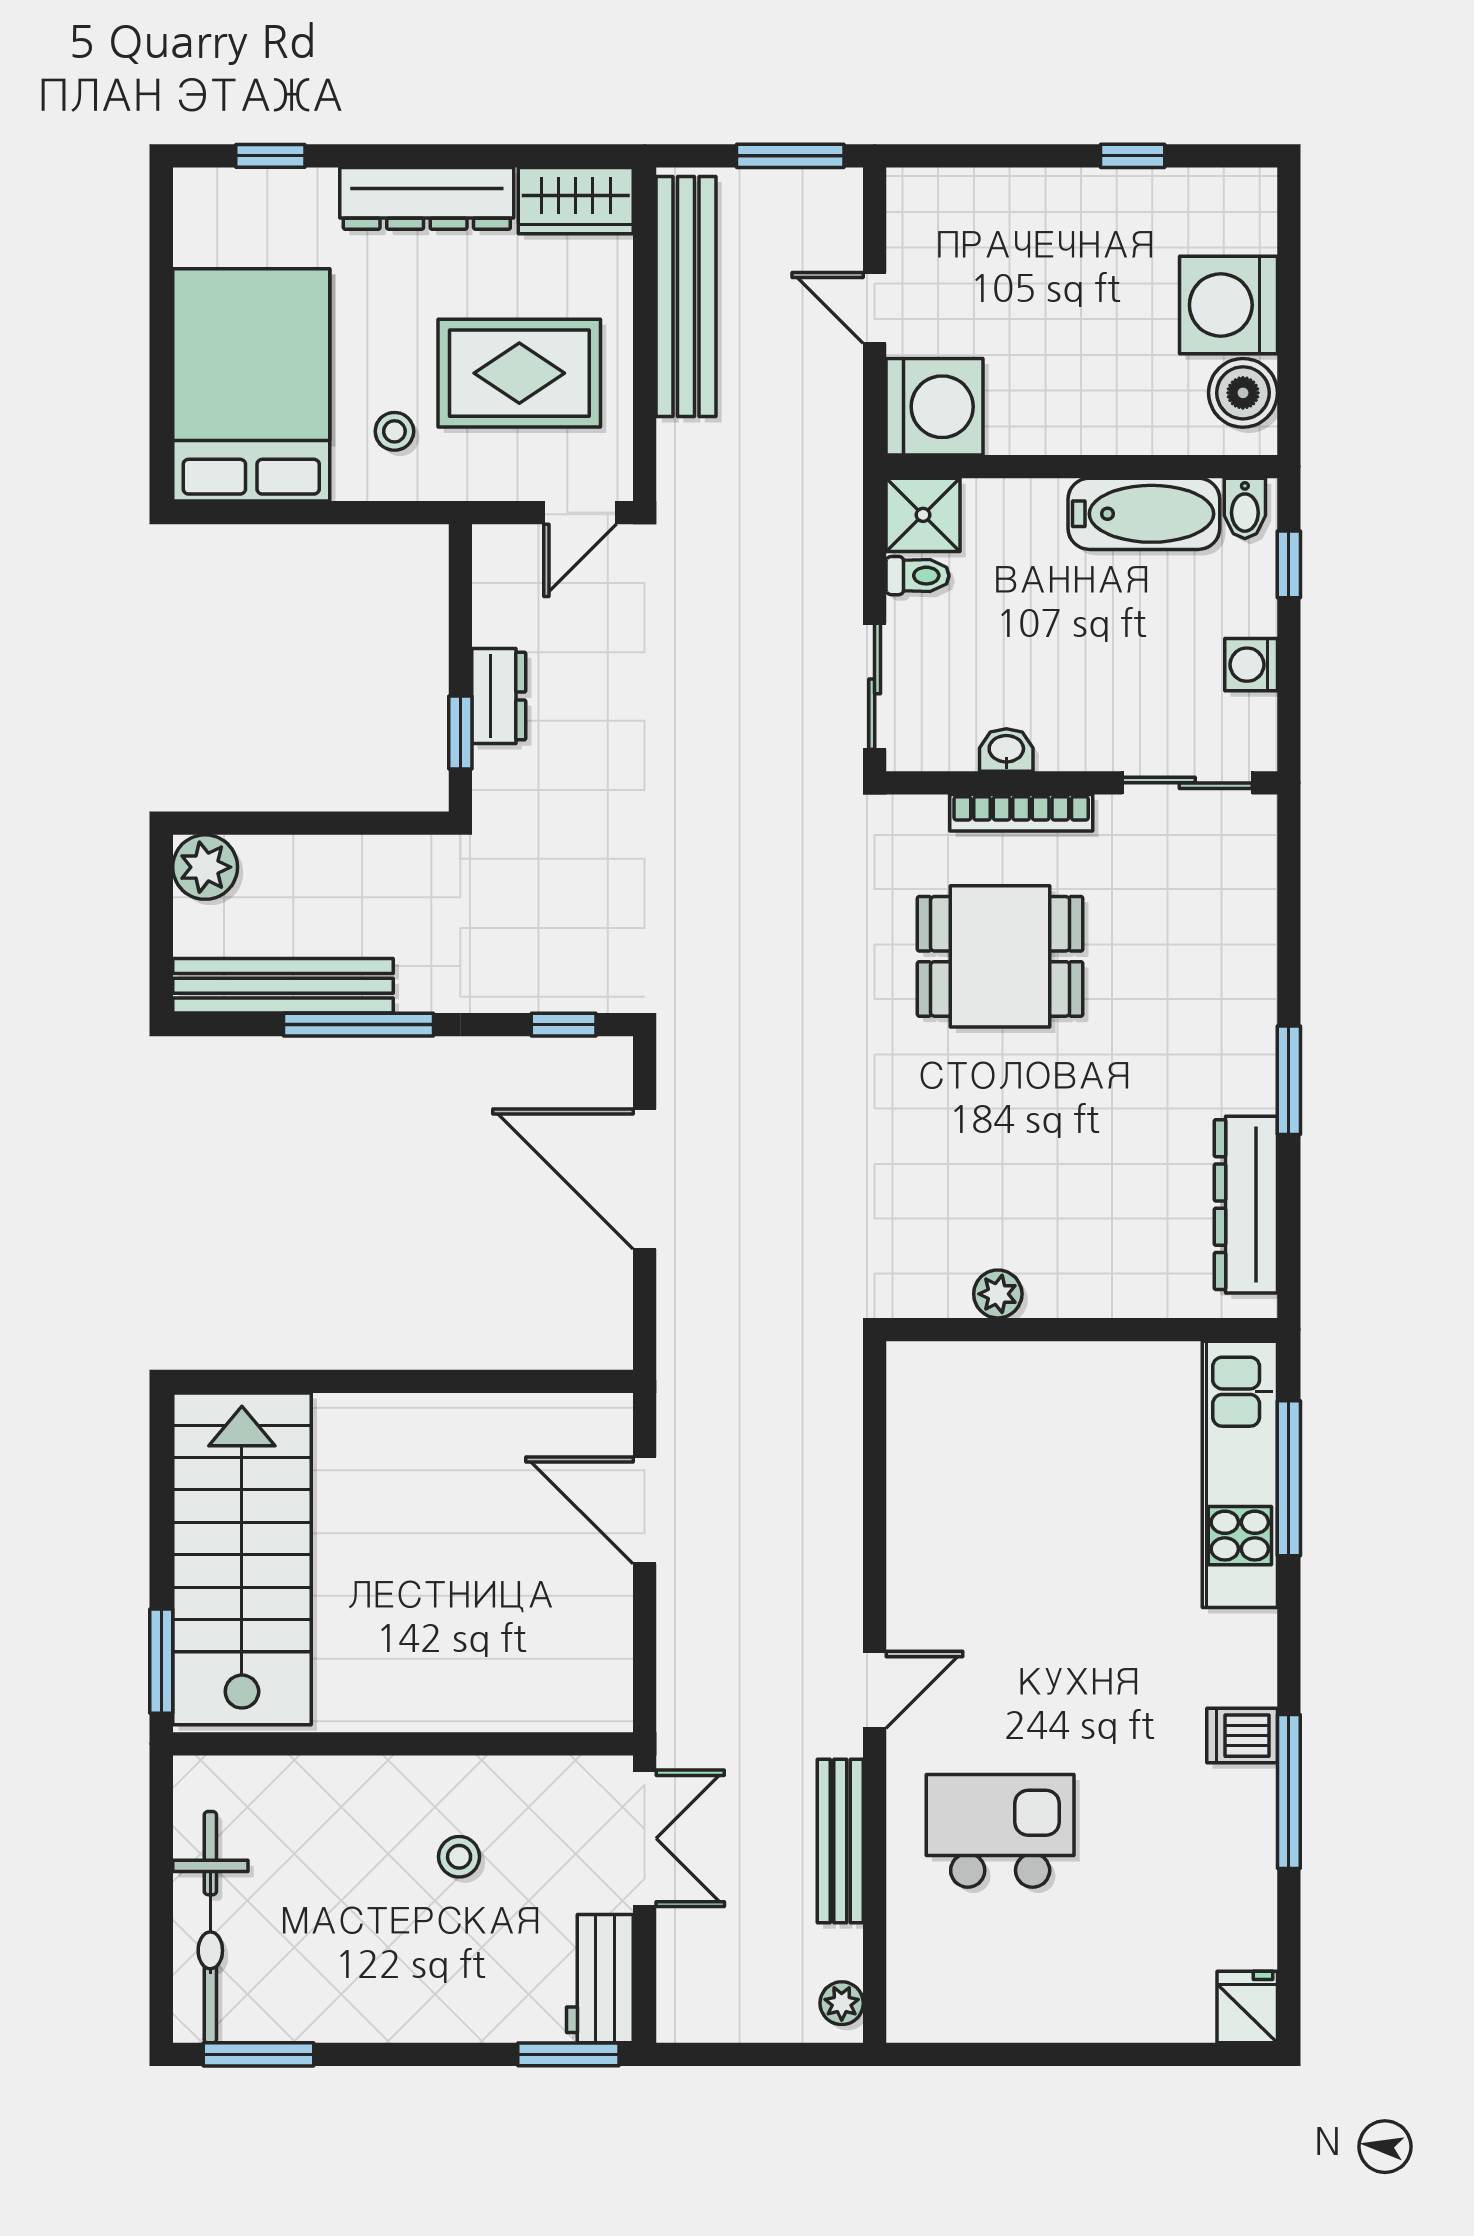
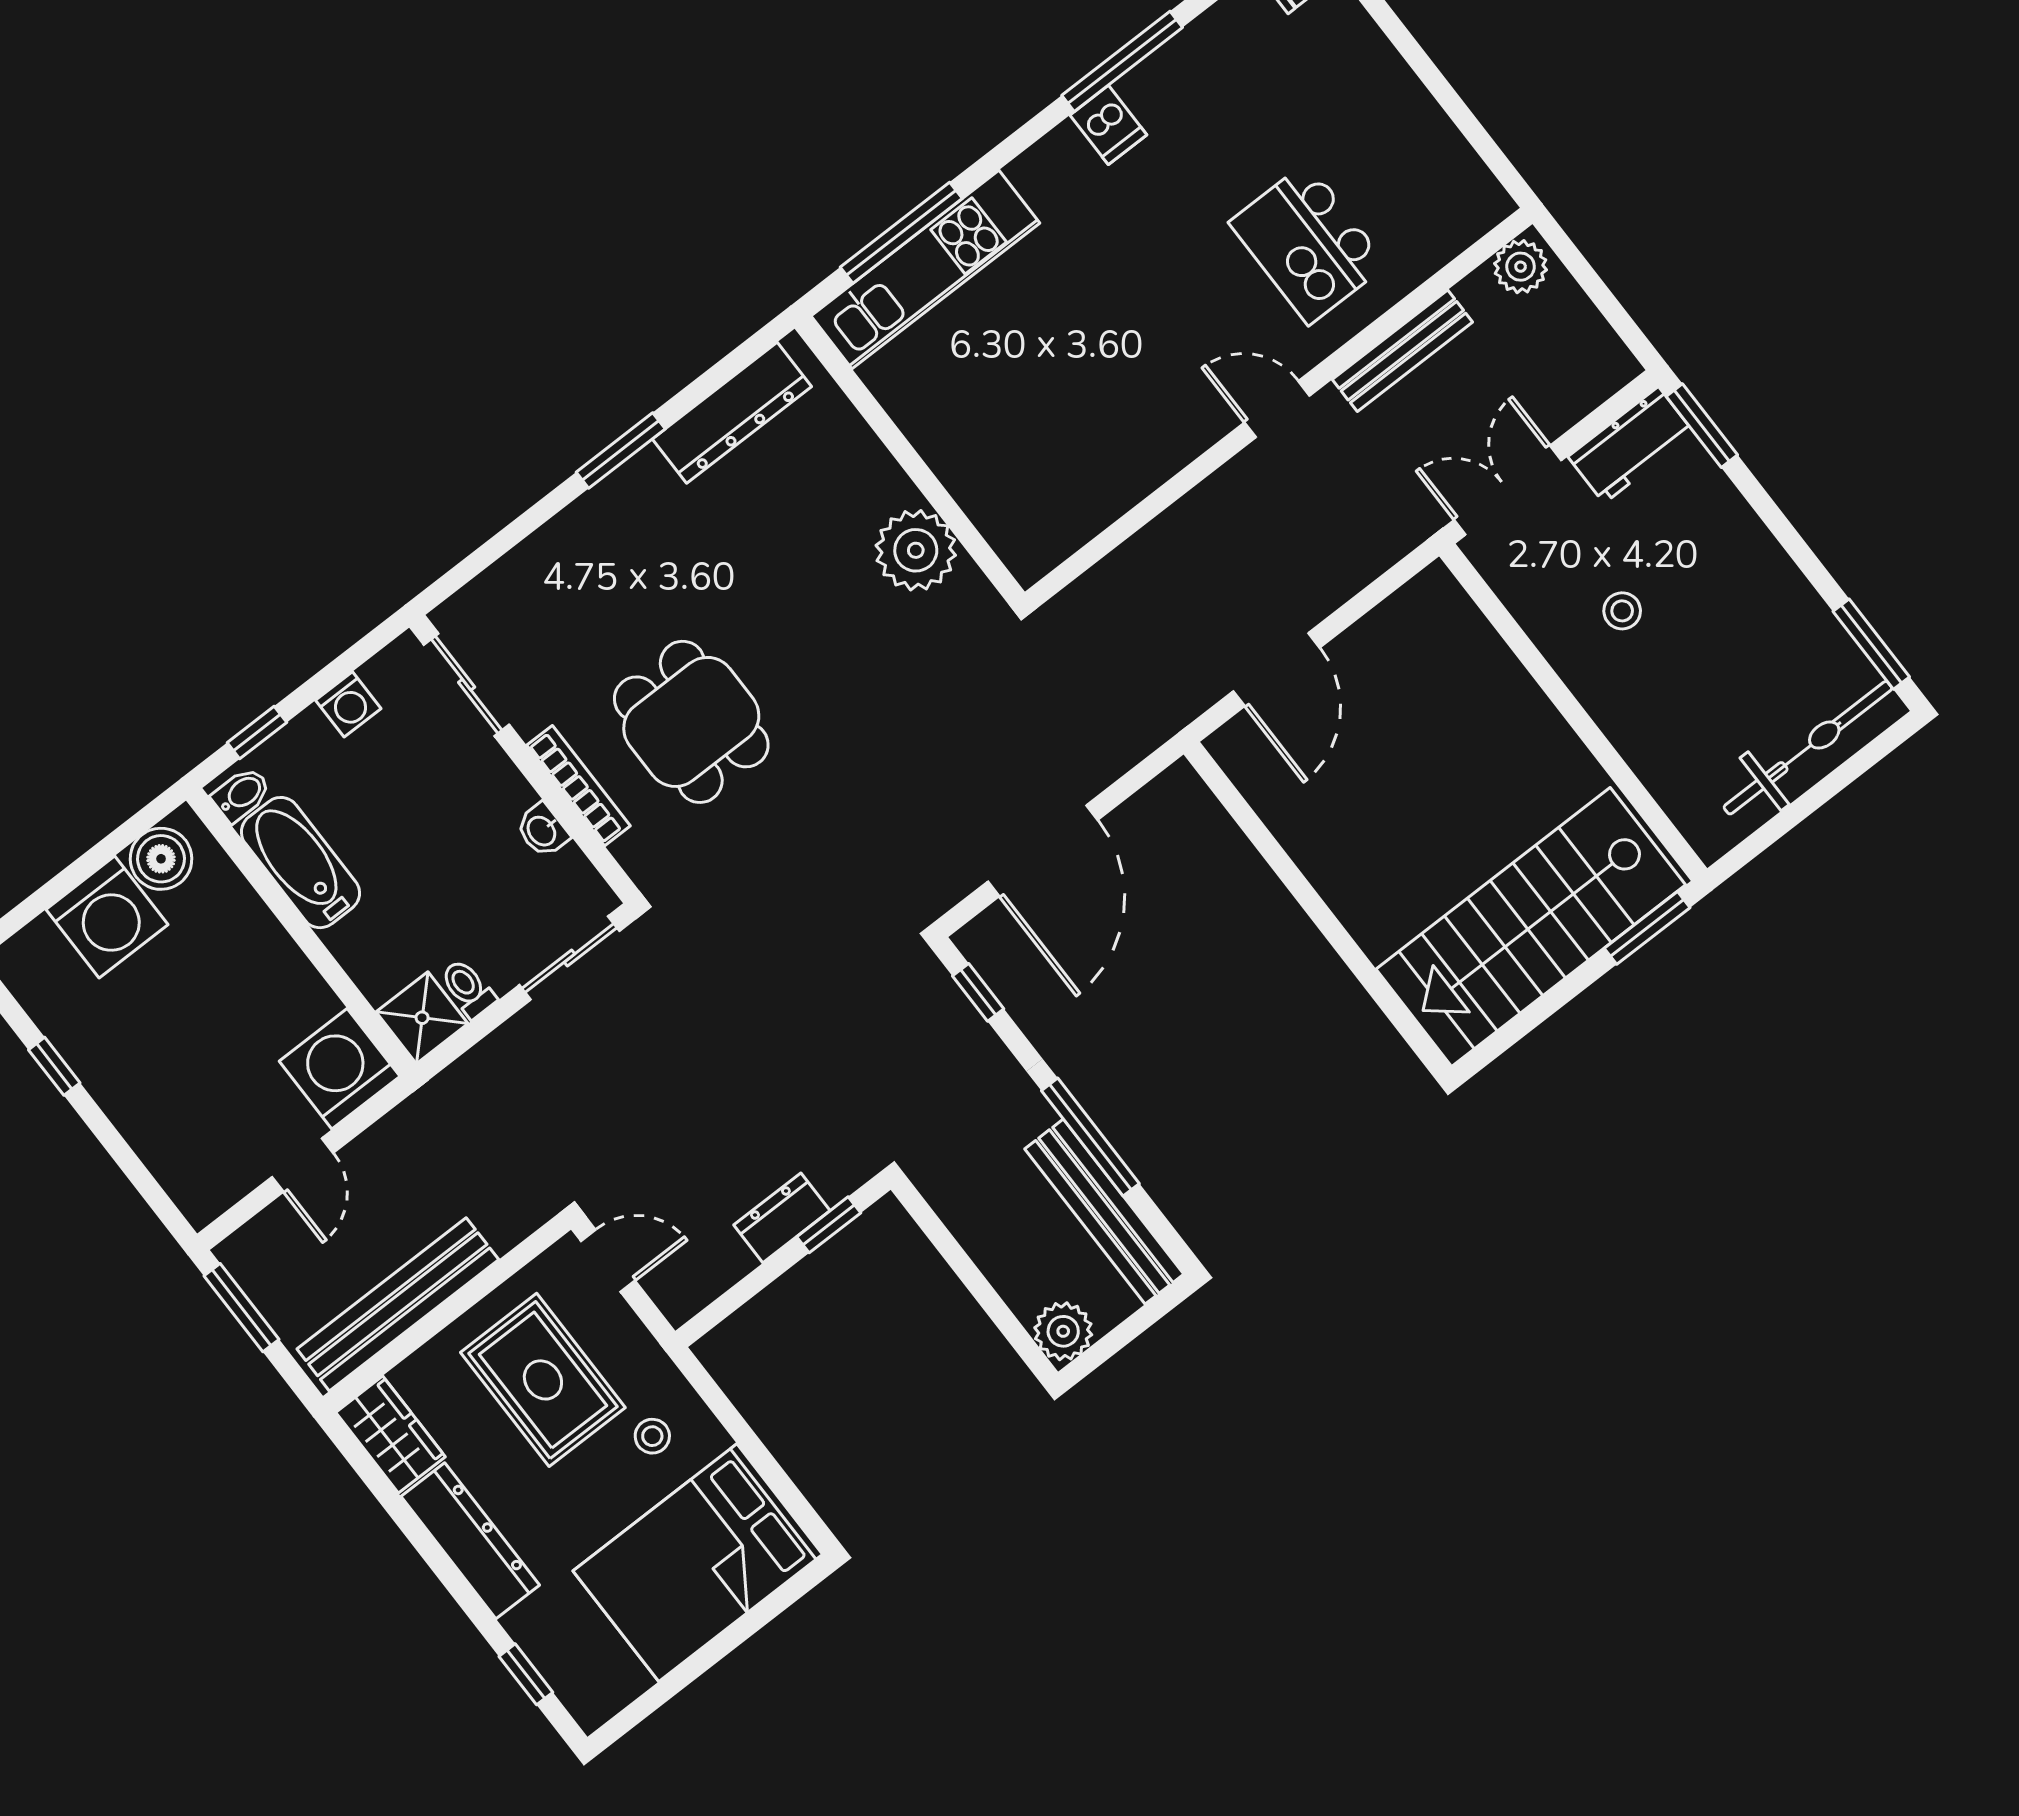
plant: (998, 1294) -> (916, 550), width x1.88, depth x1.88
plant: (842, 2003) -> (1521, 267), width x1.38, depth x1.38

